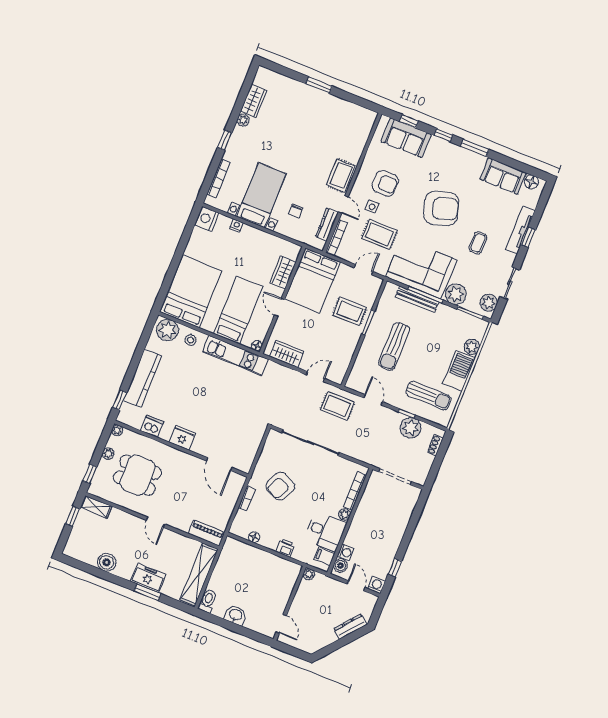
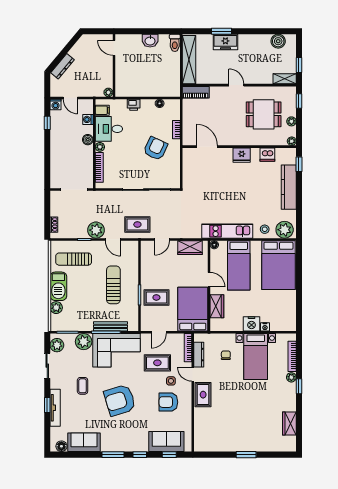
plant: (243, 120) -> (291, 377), moved
nightstand: (207, 219) -> (251, 324), moved, turned 90
plant: (411, 428) -> (96, 230), moved
boiler: (107, 562) -> (278, 41), moved
boiler: (340, 566) -> (88, 140), moved

